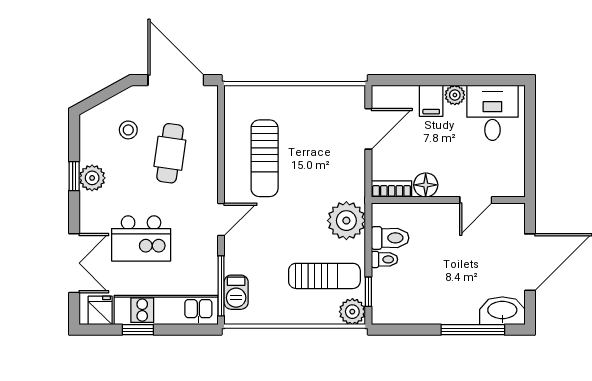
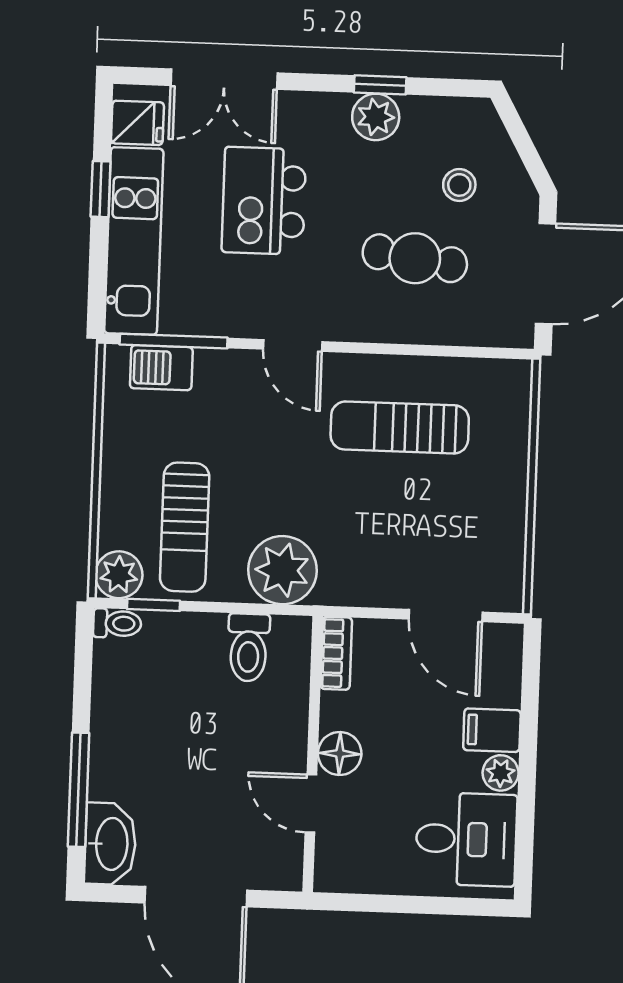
floor lamp: (426, 185) -> (340, 754), moved
toilet: (385, 259) -> (117, 623), moved, turned -90

